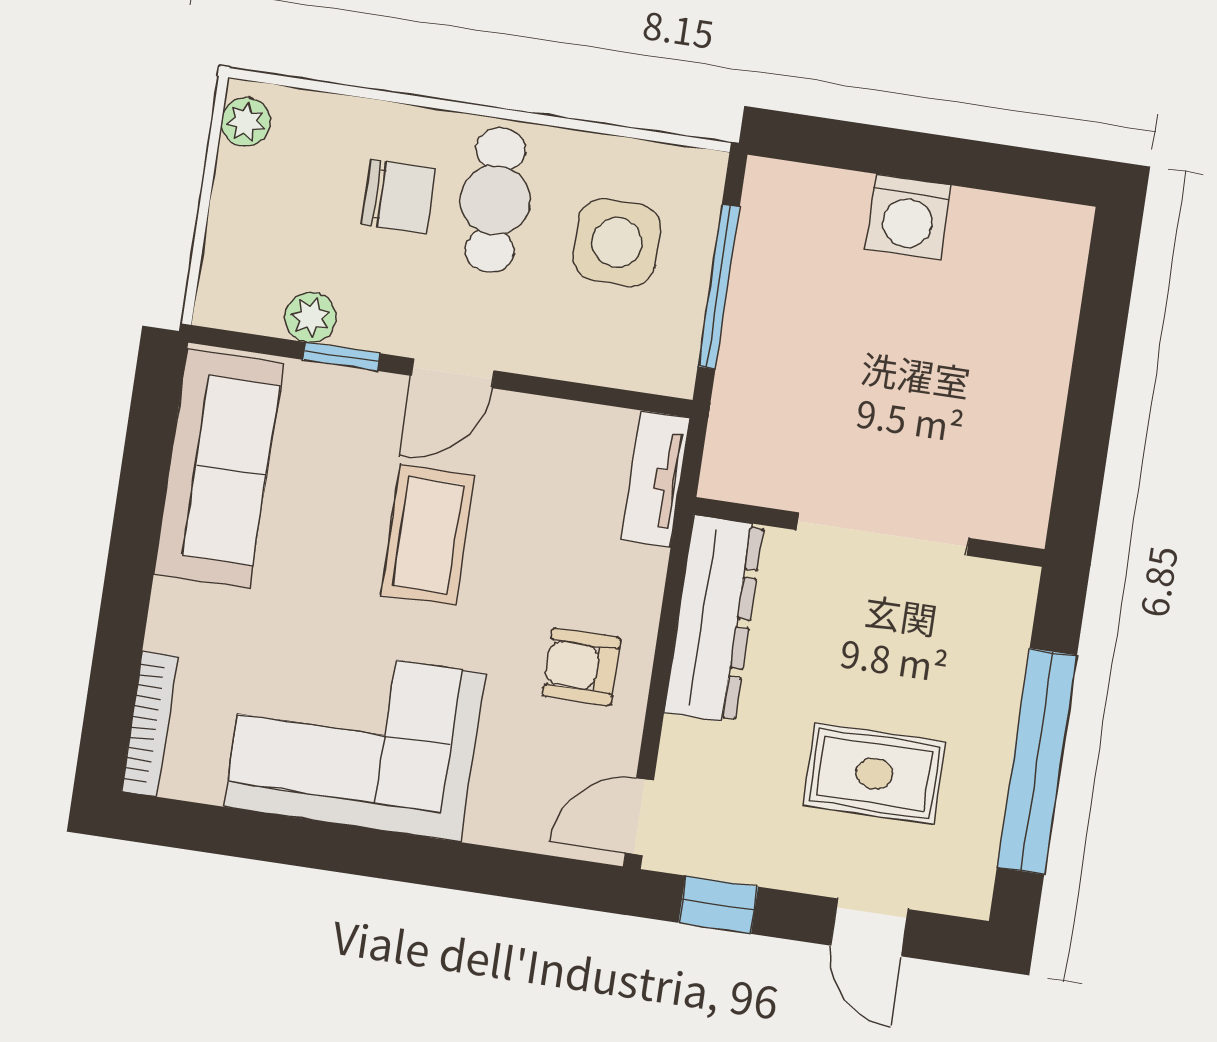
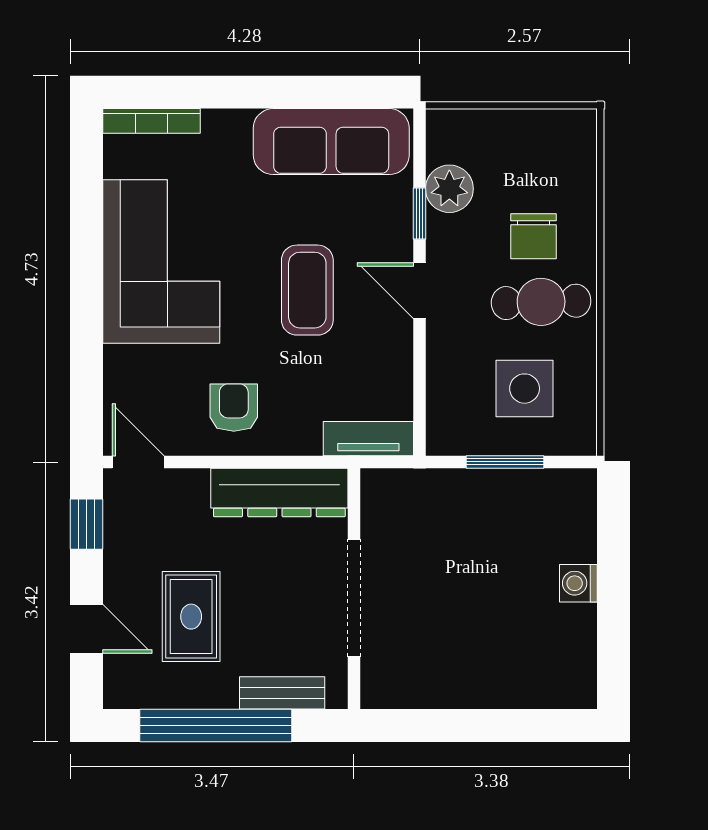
plant: (246, 122) -> (569, 125), removed
washing machine: (908, 217) -> (578, 583), width x0.73, depth x0.73
window: (719, 287) -> (505, 462), width x0.69
plant: (311, 317) -> (449, 189), width x1.38, depth x1.38
coffee table: (428, 535) -> (307, 290), turned 90
bench: (1004, 658) -> (282, 693), added
door: (869, 927) -> (86, 629), swing flipped

